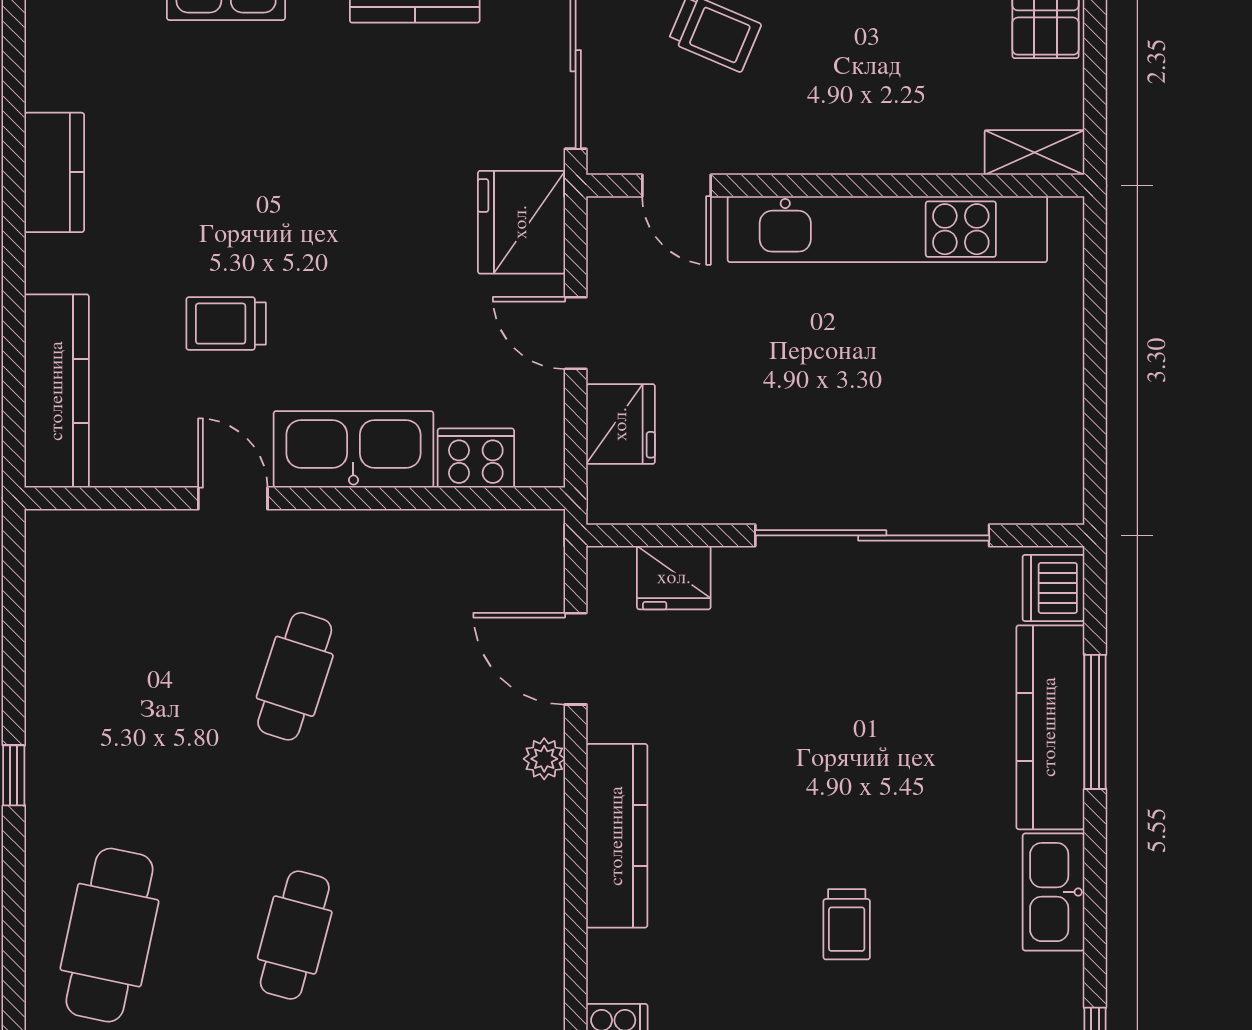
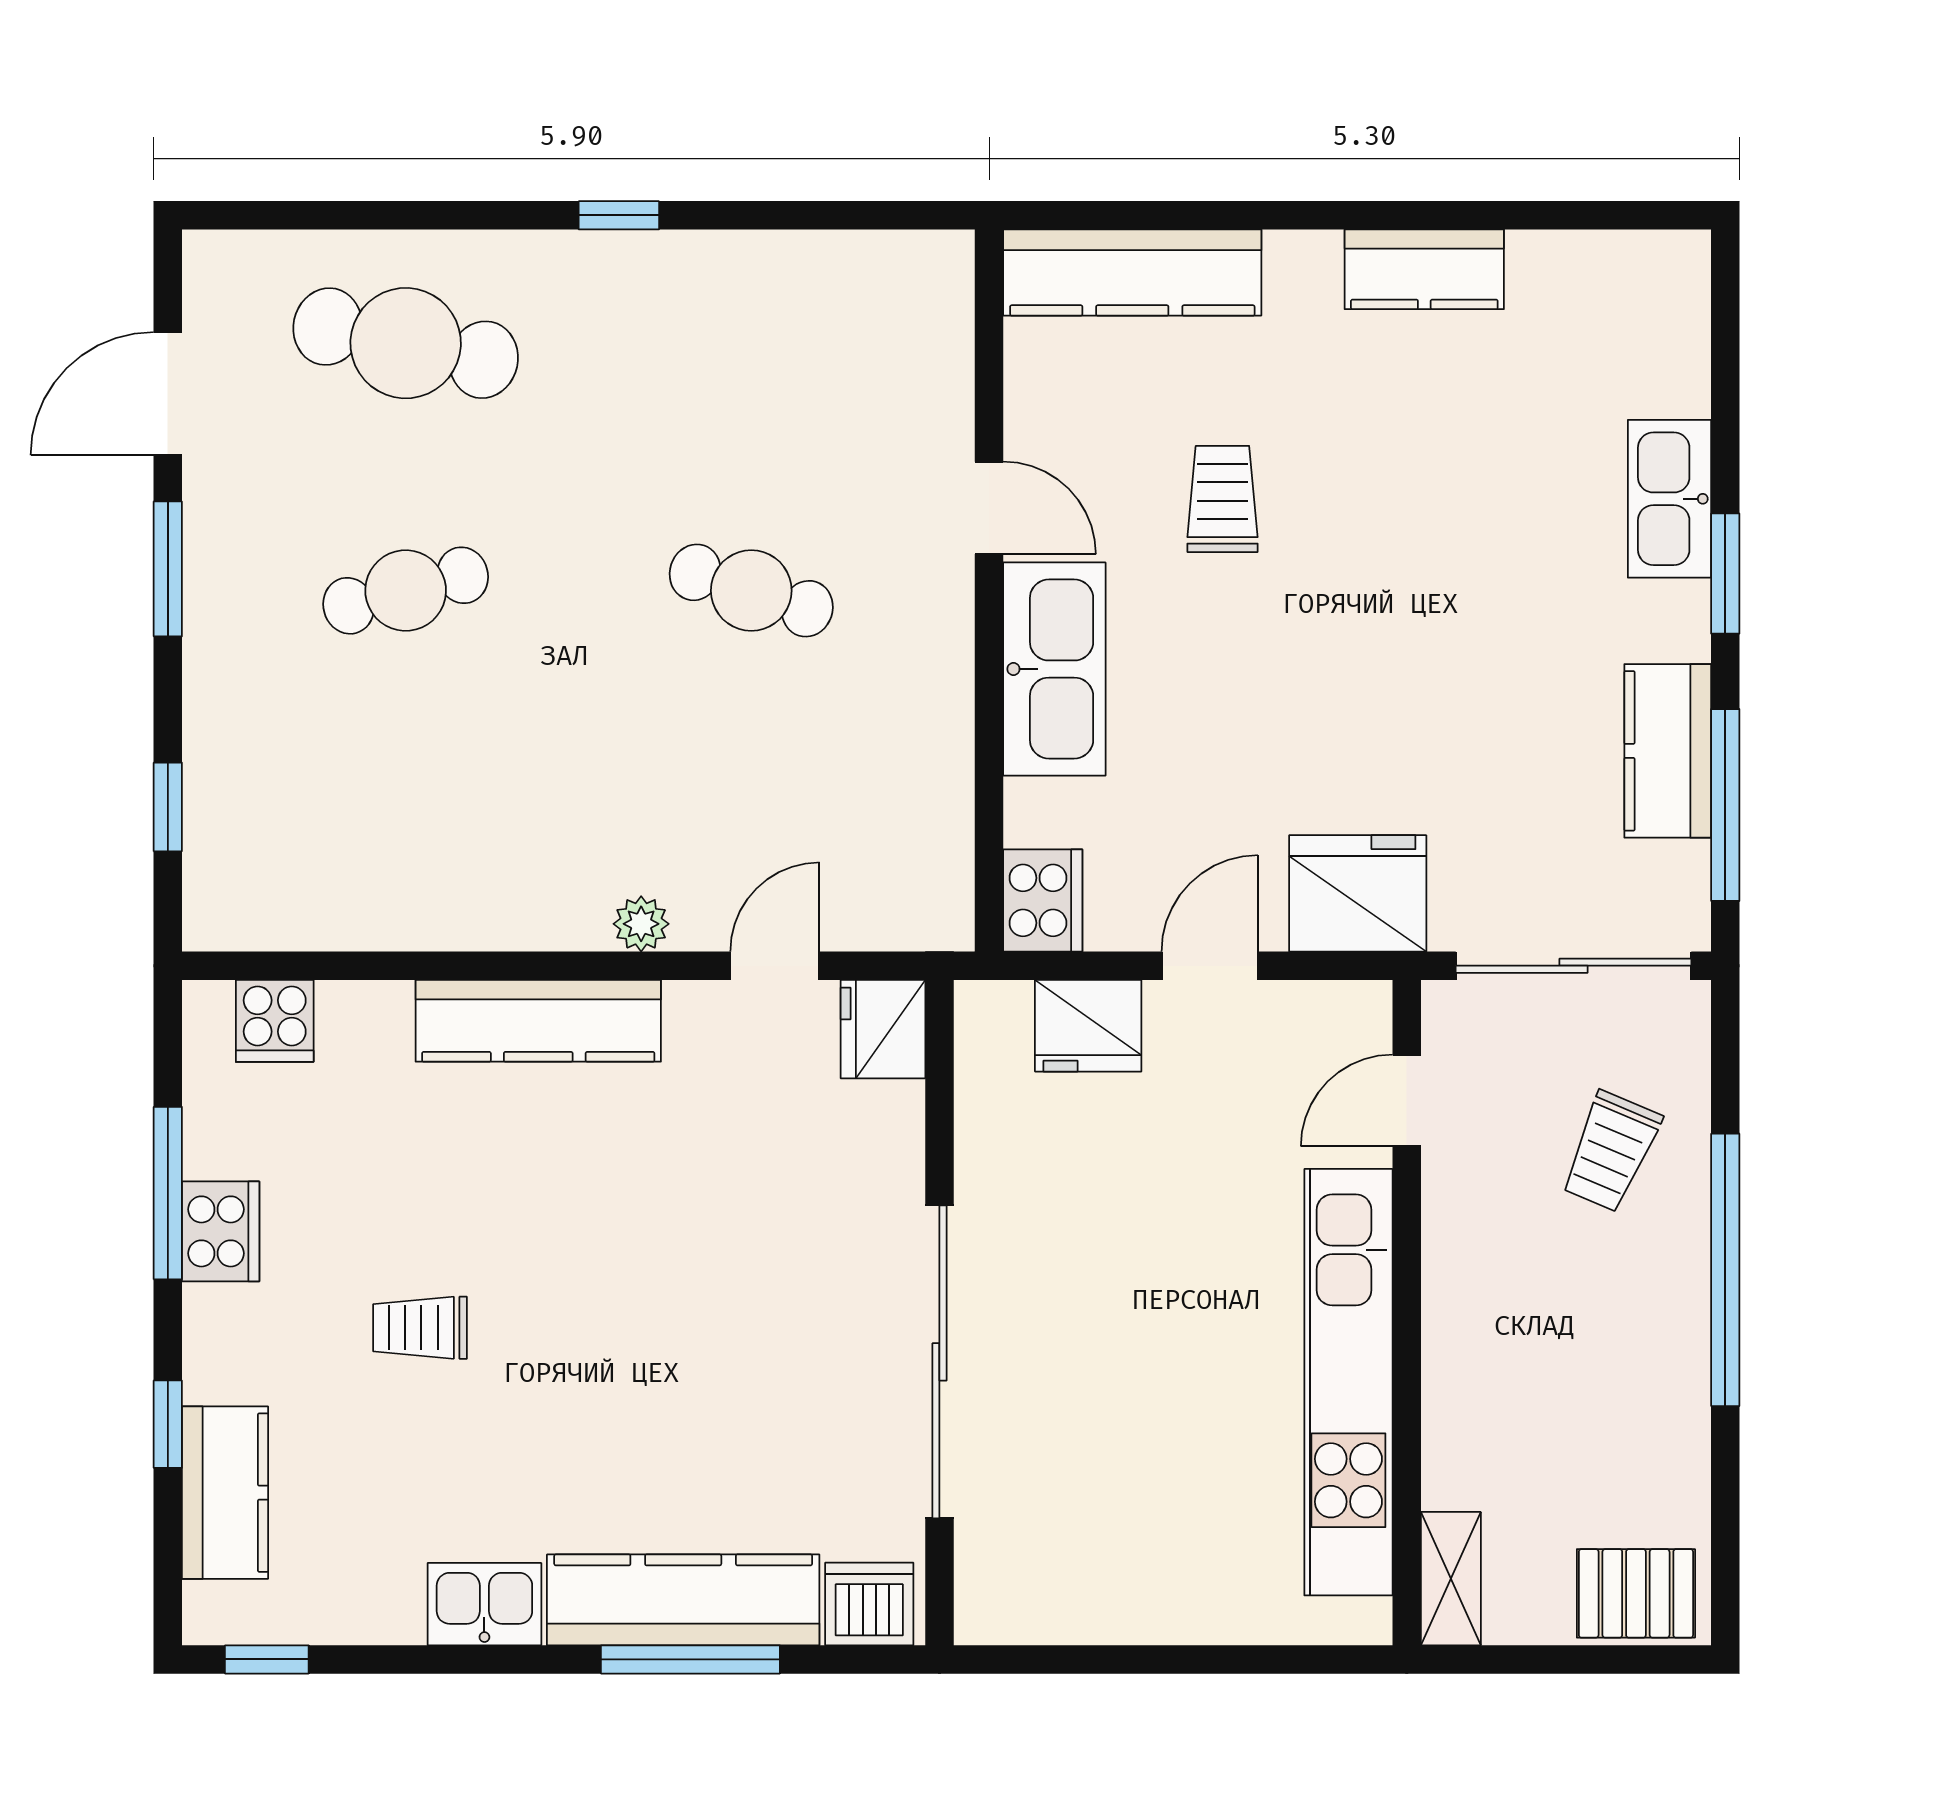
cooker: (476, 458) -> (1043, 900), moved
door: (233, 498) -> (989, 508), hinge flipped
fridge: (674, 578) -> (883, 1029), moved
door: (576, 659) -> (775, 966), width x0.73
kitchen sink: (1054, 892) -> (484, 1604), width x0.73
cafe table: (295, 935) -> (406, 591), turned -30

